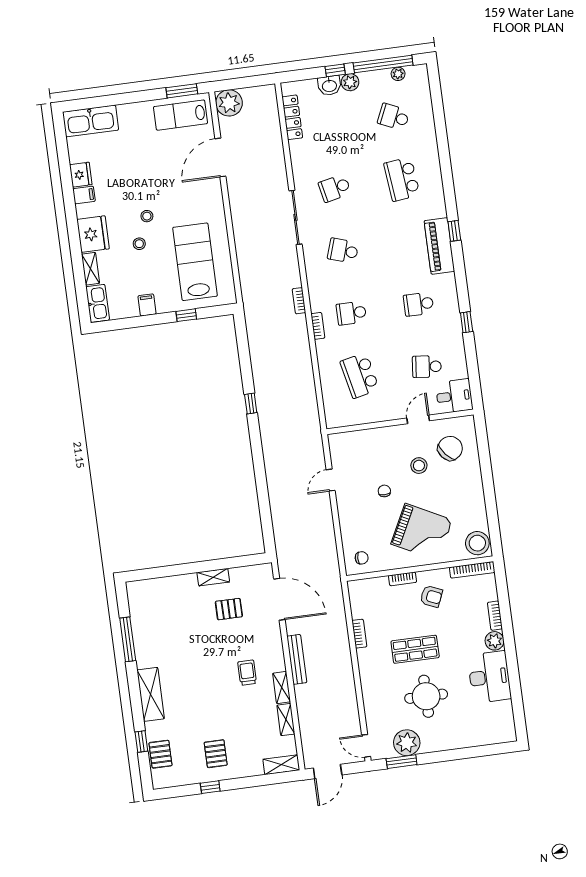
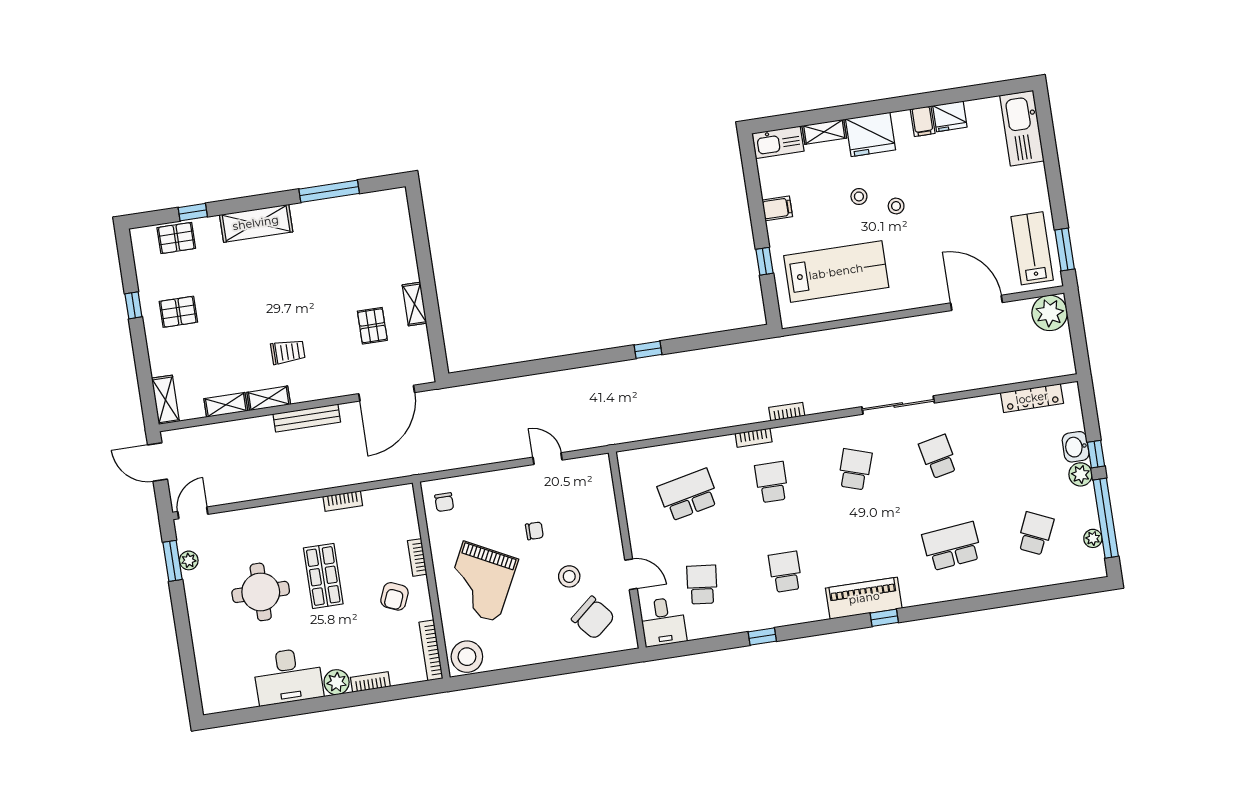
plant: (407, 743) -> (189, 560), width x0.53, depth x0.53

